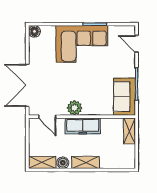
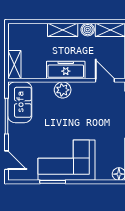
plant: (74, 108) -> (63, 90), moved

